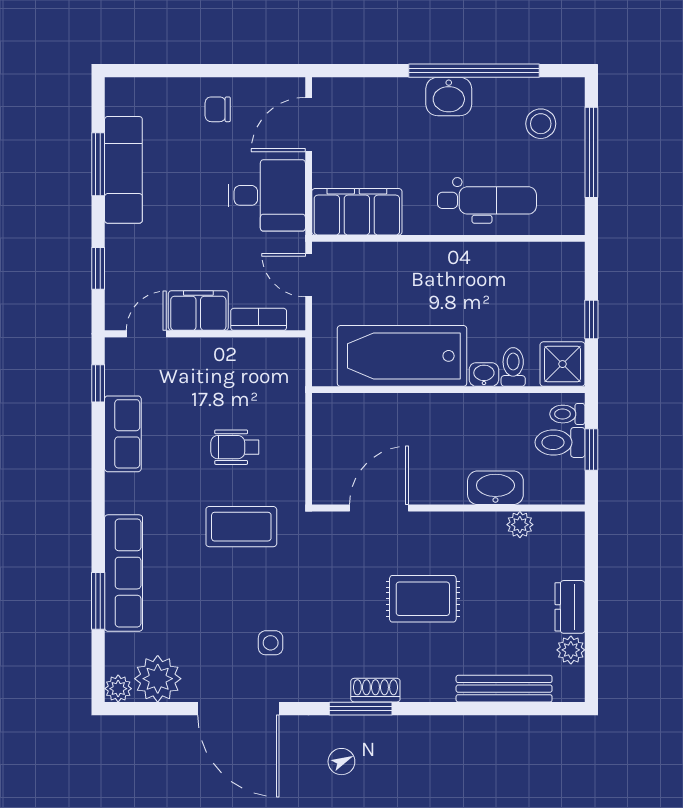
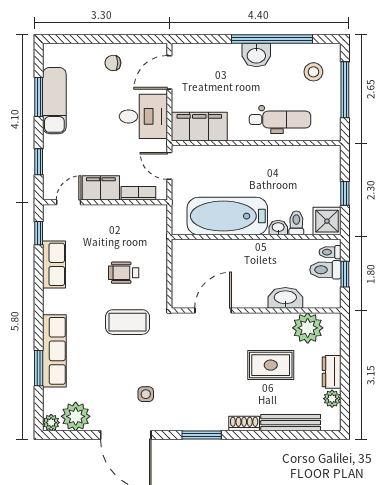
plant: (520, 525) -> (308, 328), width x1.87, depth x1.87
rug: (423, 599) -> (271, 365), moved
shoe rack: (375, 690) -> (244, 424), moved

